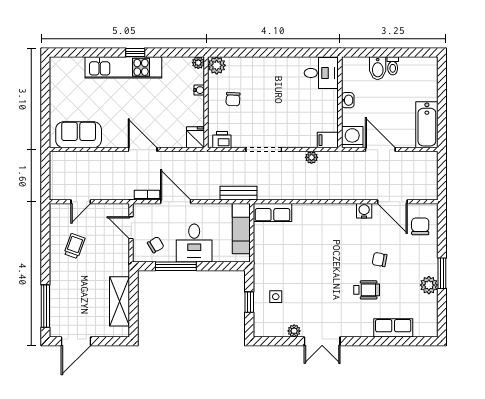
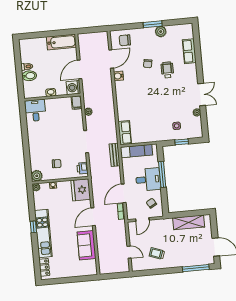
locker: (69, 64) -> (44, 267), added
sofa: (79, 135) -> (87, 245), moved
fridge: (196, 137) -> (81, 190), width x1.88, depth x1.34
window: (176, 266) -> (162, 174), moved

